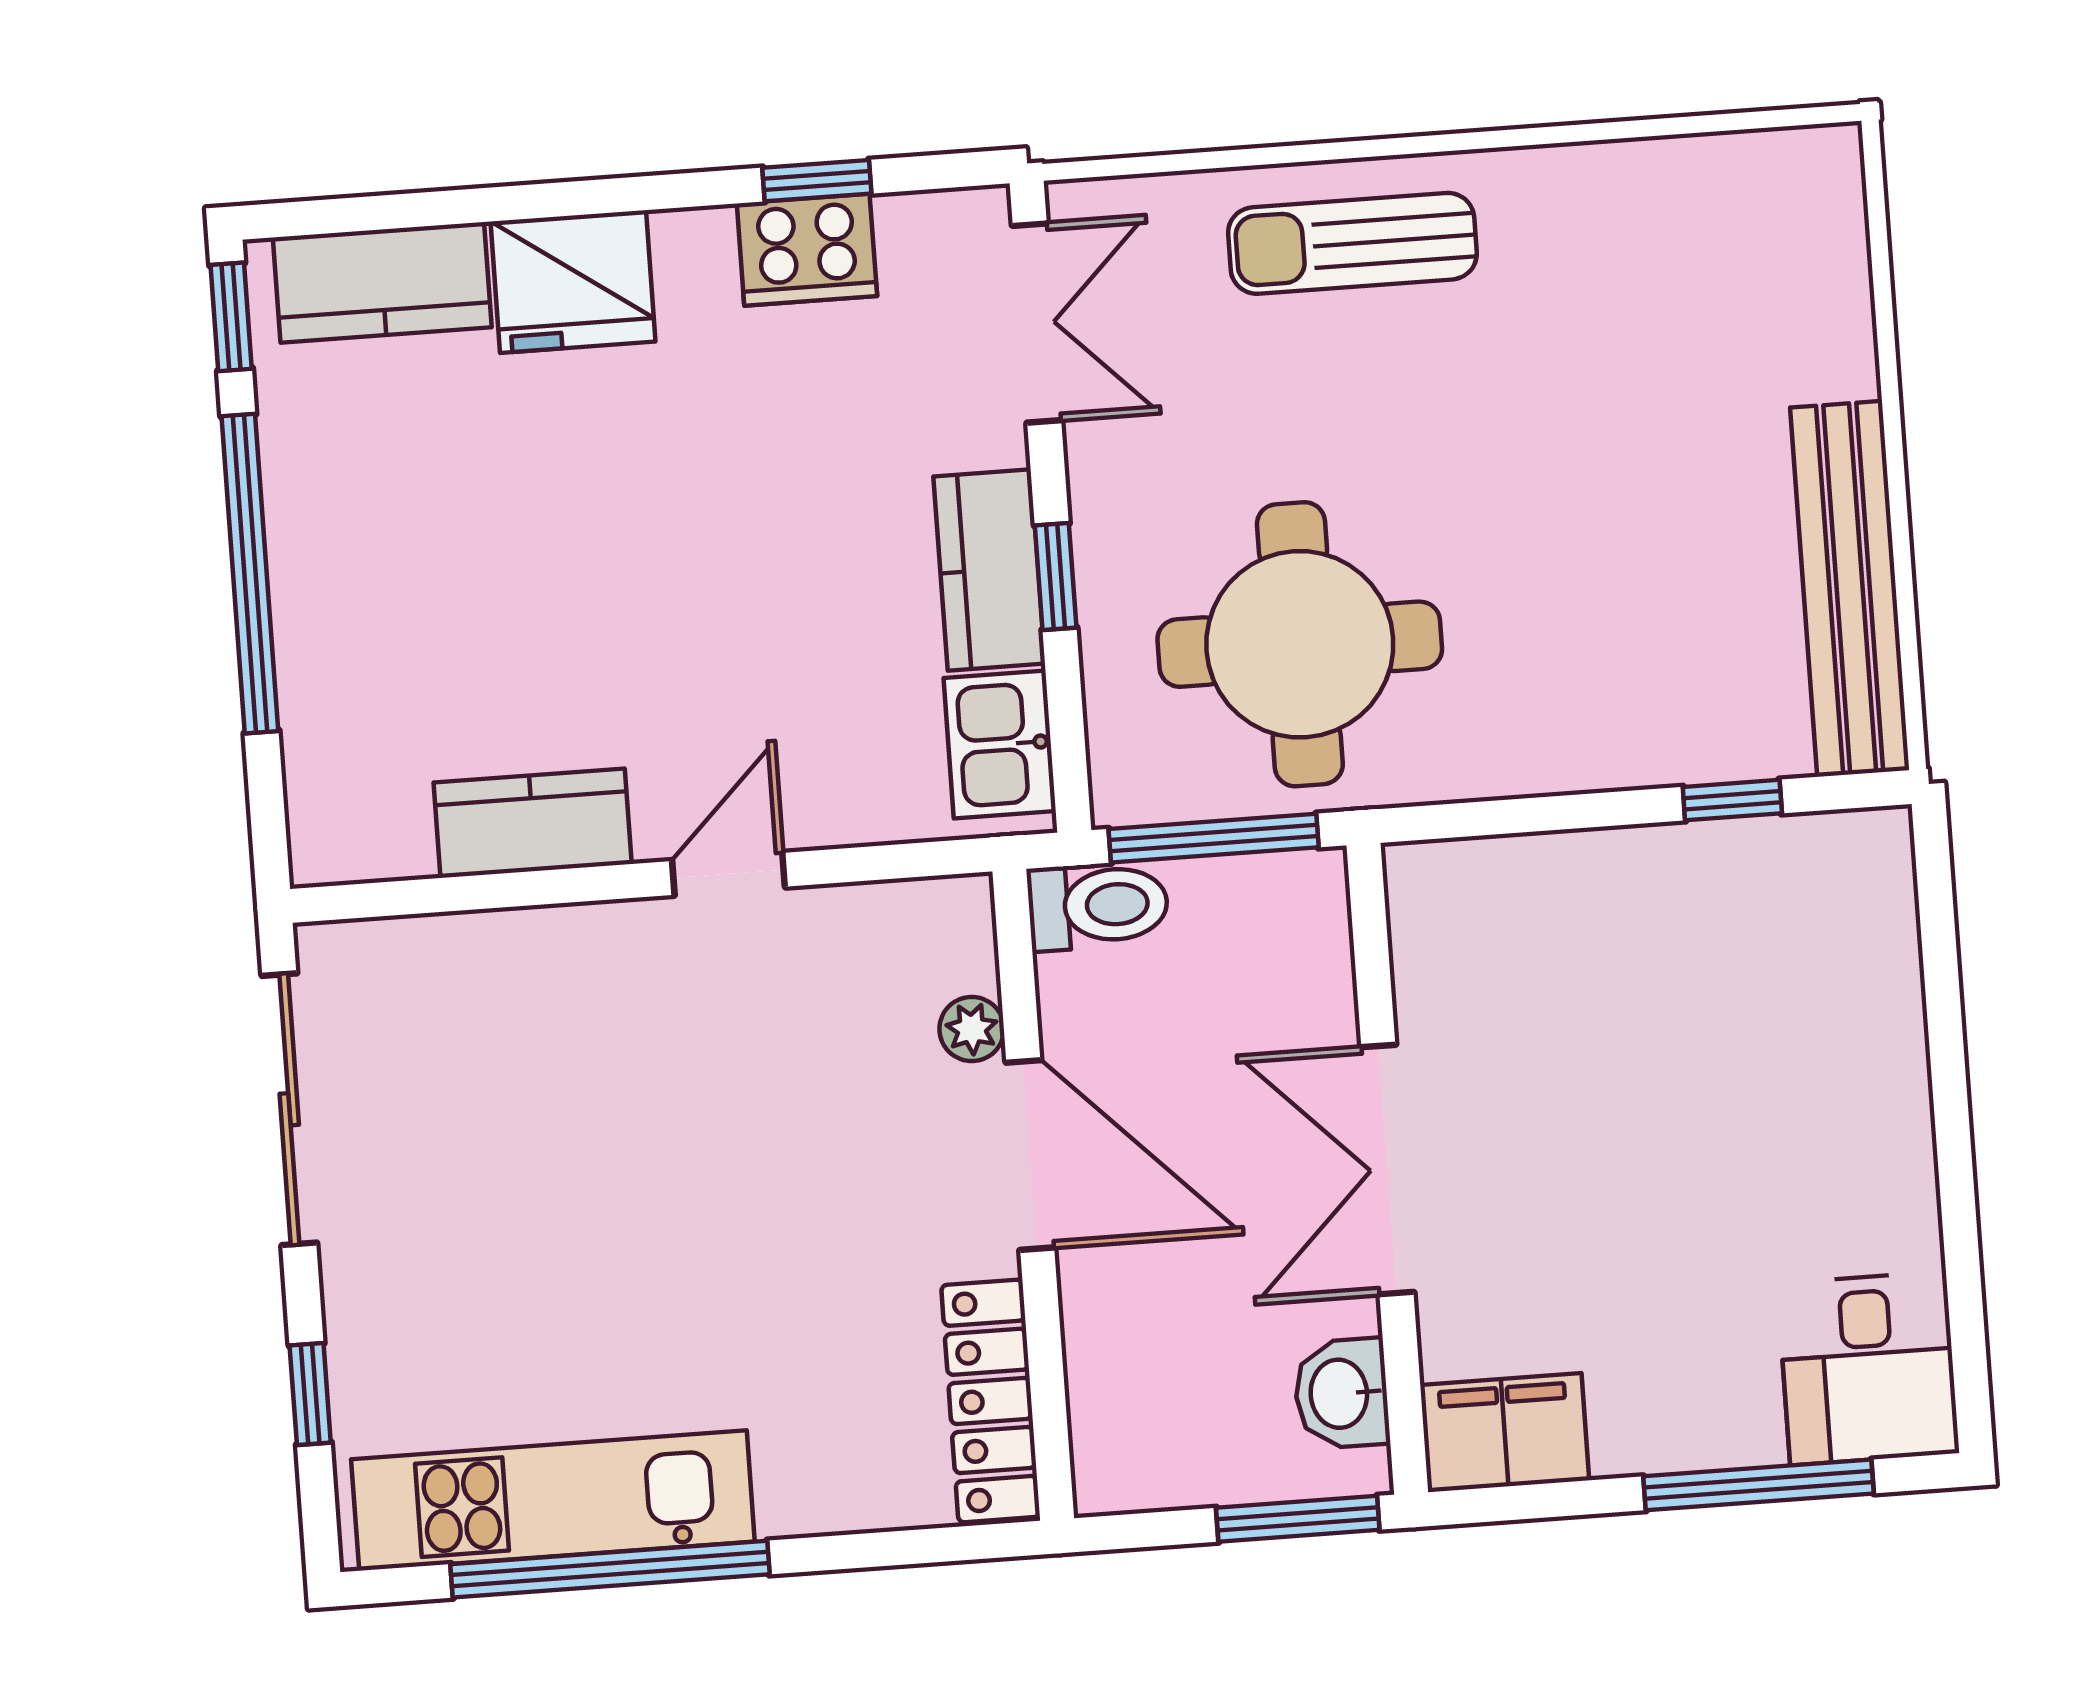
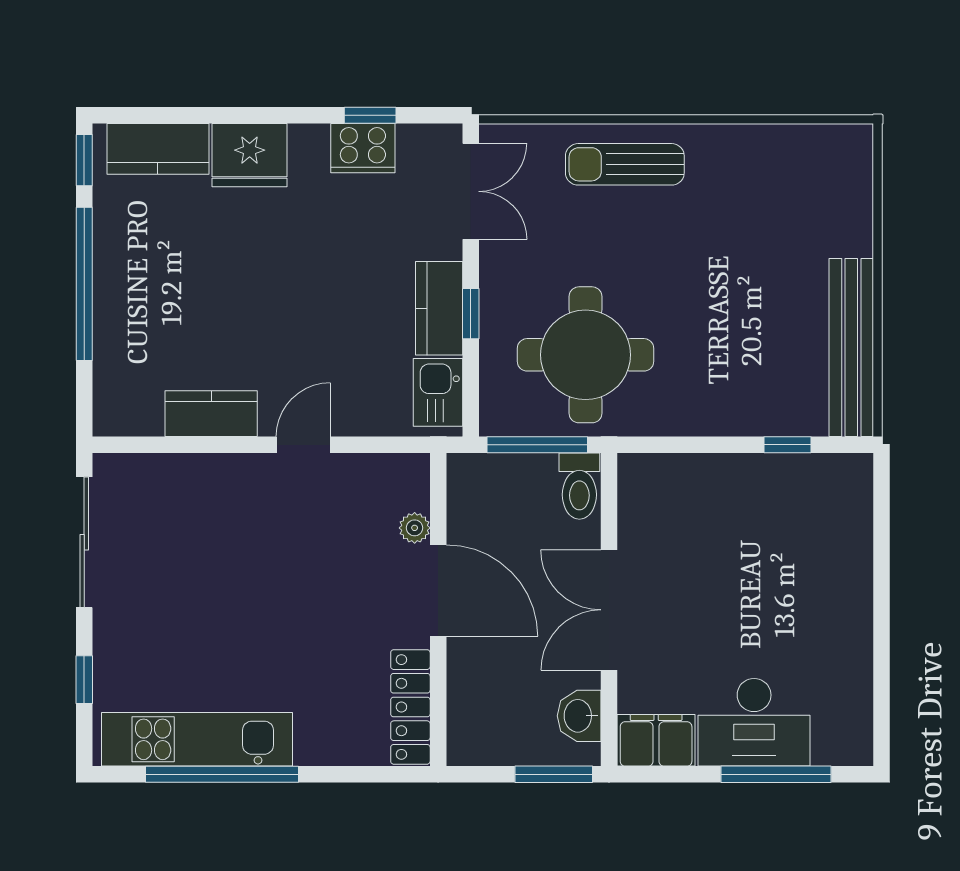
toilet: (1098, 906) -> (579, 486), moved, turned 90
desk: (1868, 1368) -> (754, 722), moved, width x1.37

